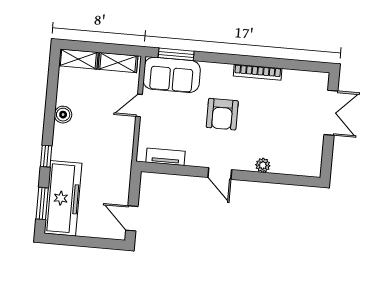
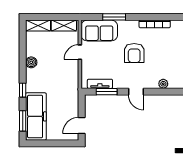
window: (176, 54) -> (114, 17), moved
window: (175, 170) -> (107, 92), added
door: (132, 218) -> (82, 125), hinge flipped

